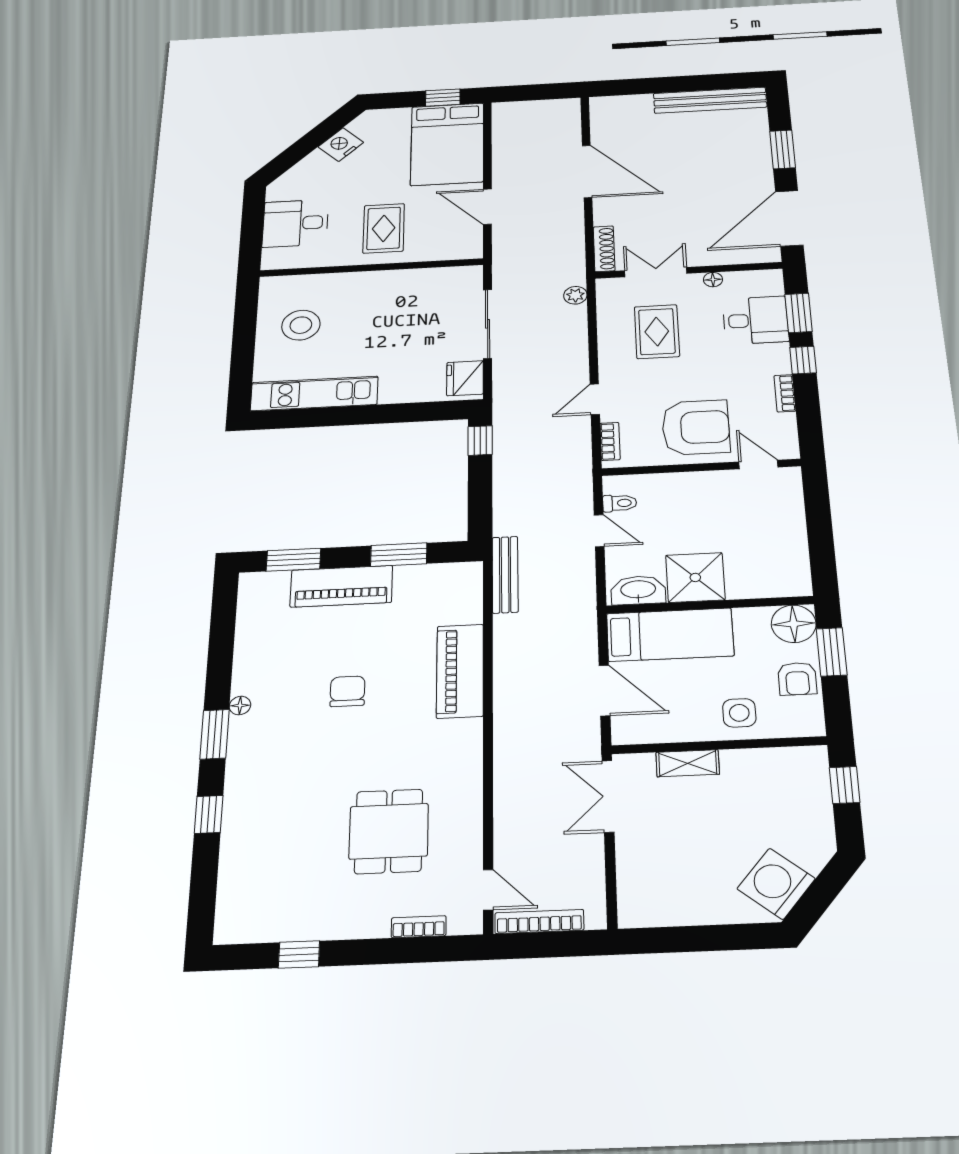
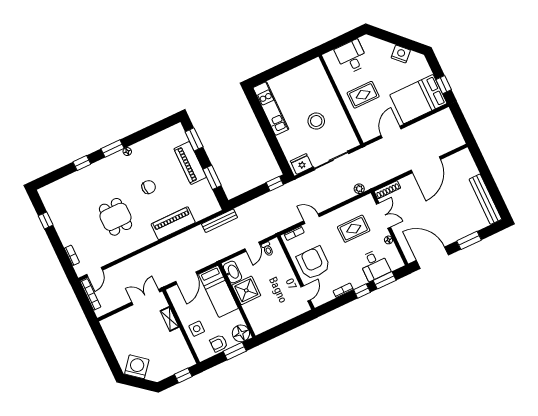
stool: (301, 325) -> (316, 121), moved
armchair: (696, 427) -> (314, 263), turned 180
dining table: (389, 831) -> (115, 217), moved, turned 90

